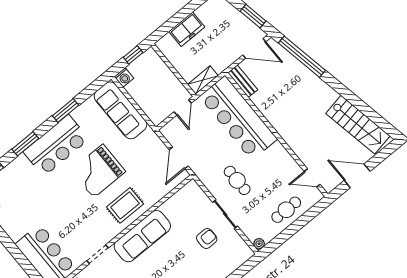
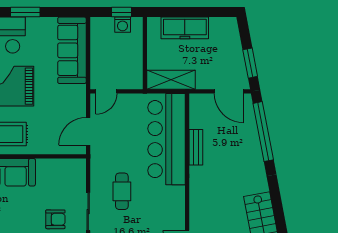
freezer: (187, 29) -> (185, 28), width x1.40
washing machine: (124, 77) -> (123, 25), moved
shelving: (203, 80) -> (171, 80), width x1.50, depth x1.33
bench: (243, 81) -> (196, 147), moved
door: (183, 107) -> (106, 91), moved

